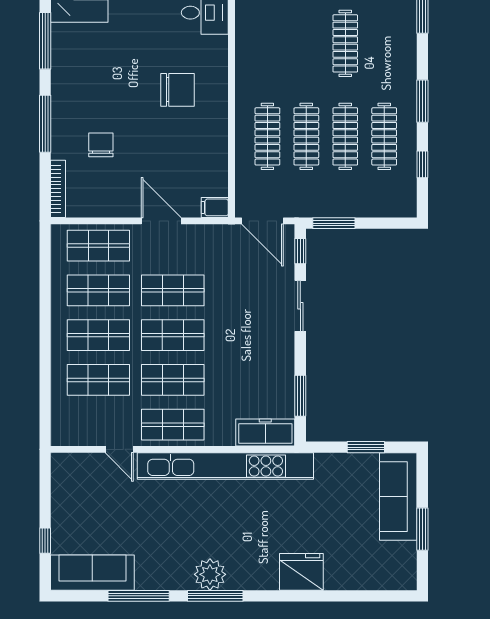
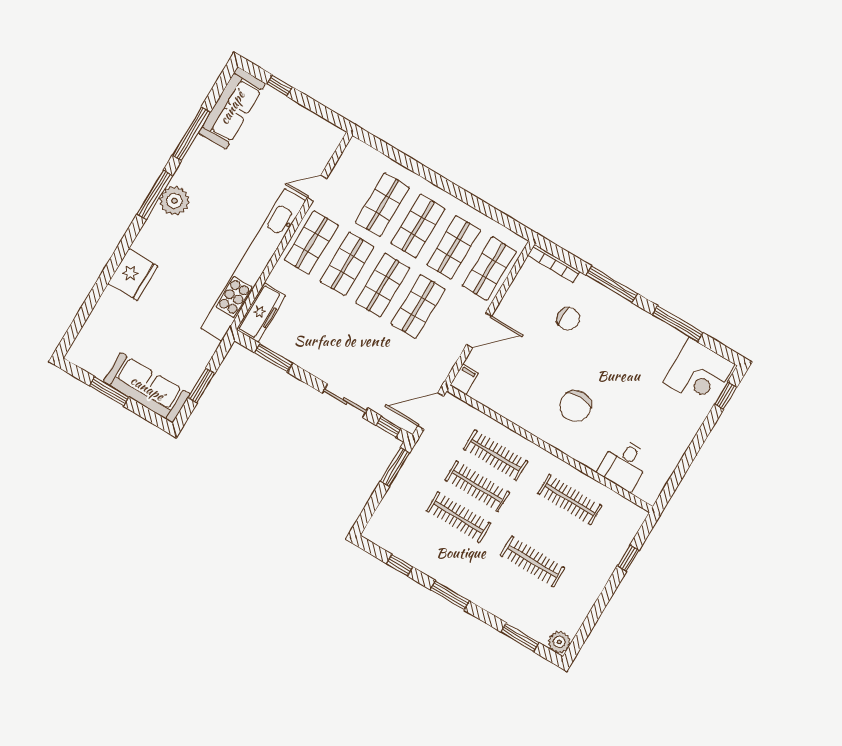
clothes rail: (384, 136) -> (570, 500), moved

